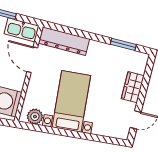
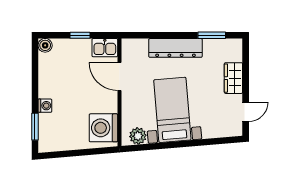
kitchen sink: (22, 30) -> (105, 48), width x0.73
dresser: (64, 41) -> (175, 48), moved

